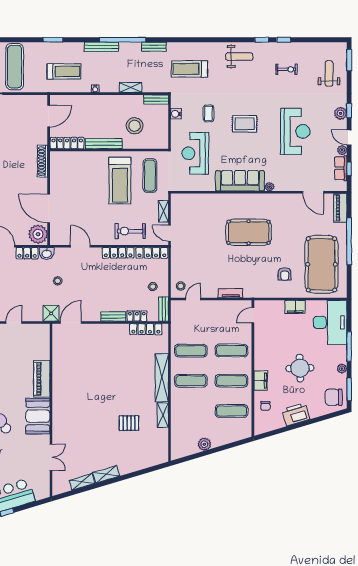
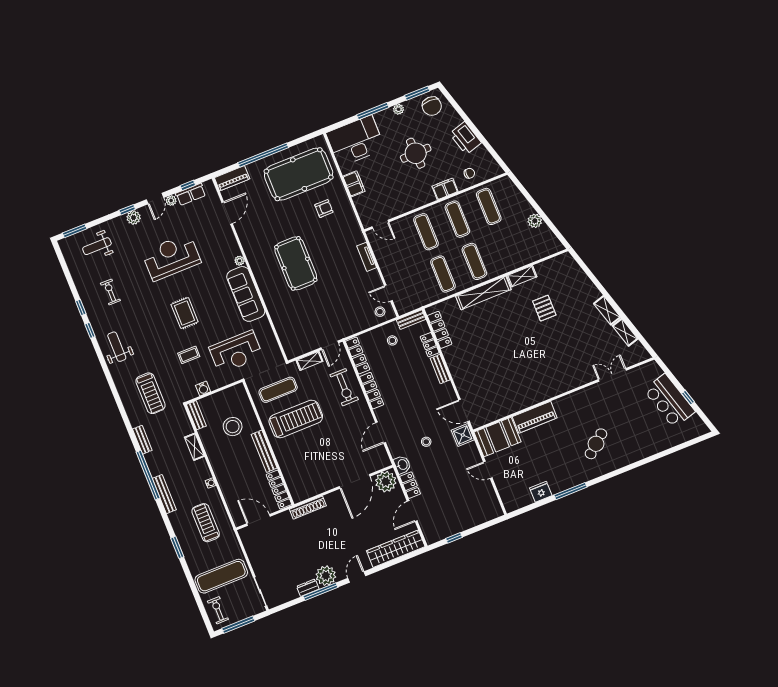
booth: (38, 416) -> (498, 437), moved

